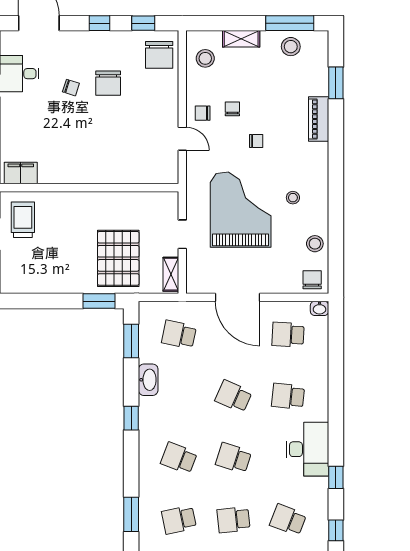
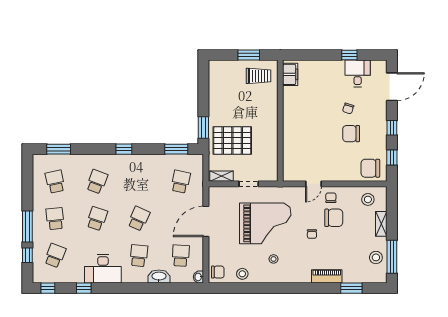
chair: (232, 109) -> (334, 218), width x1.87, depth x1.87
washbasin: (148, 380) -> (159, 276), moved, turned 180

